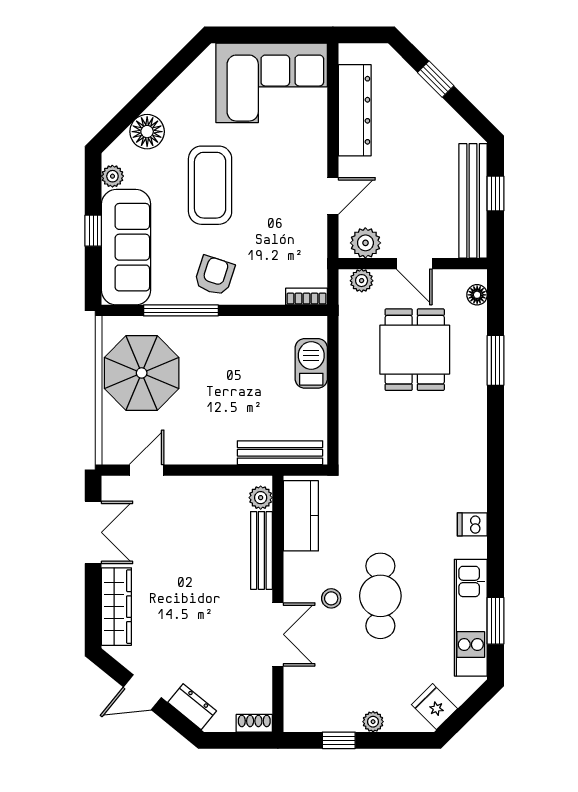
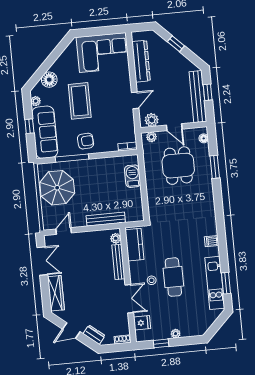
armchair: (214, 276) -> (86, 141), turned 68
bench: (280, 453) -> (106, 219), moved
fridge: (434, 707) -> (142, 323), moved, turned 135

